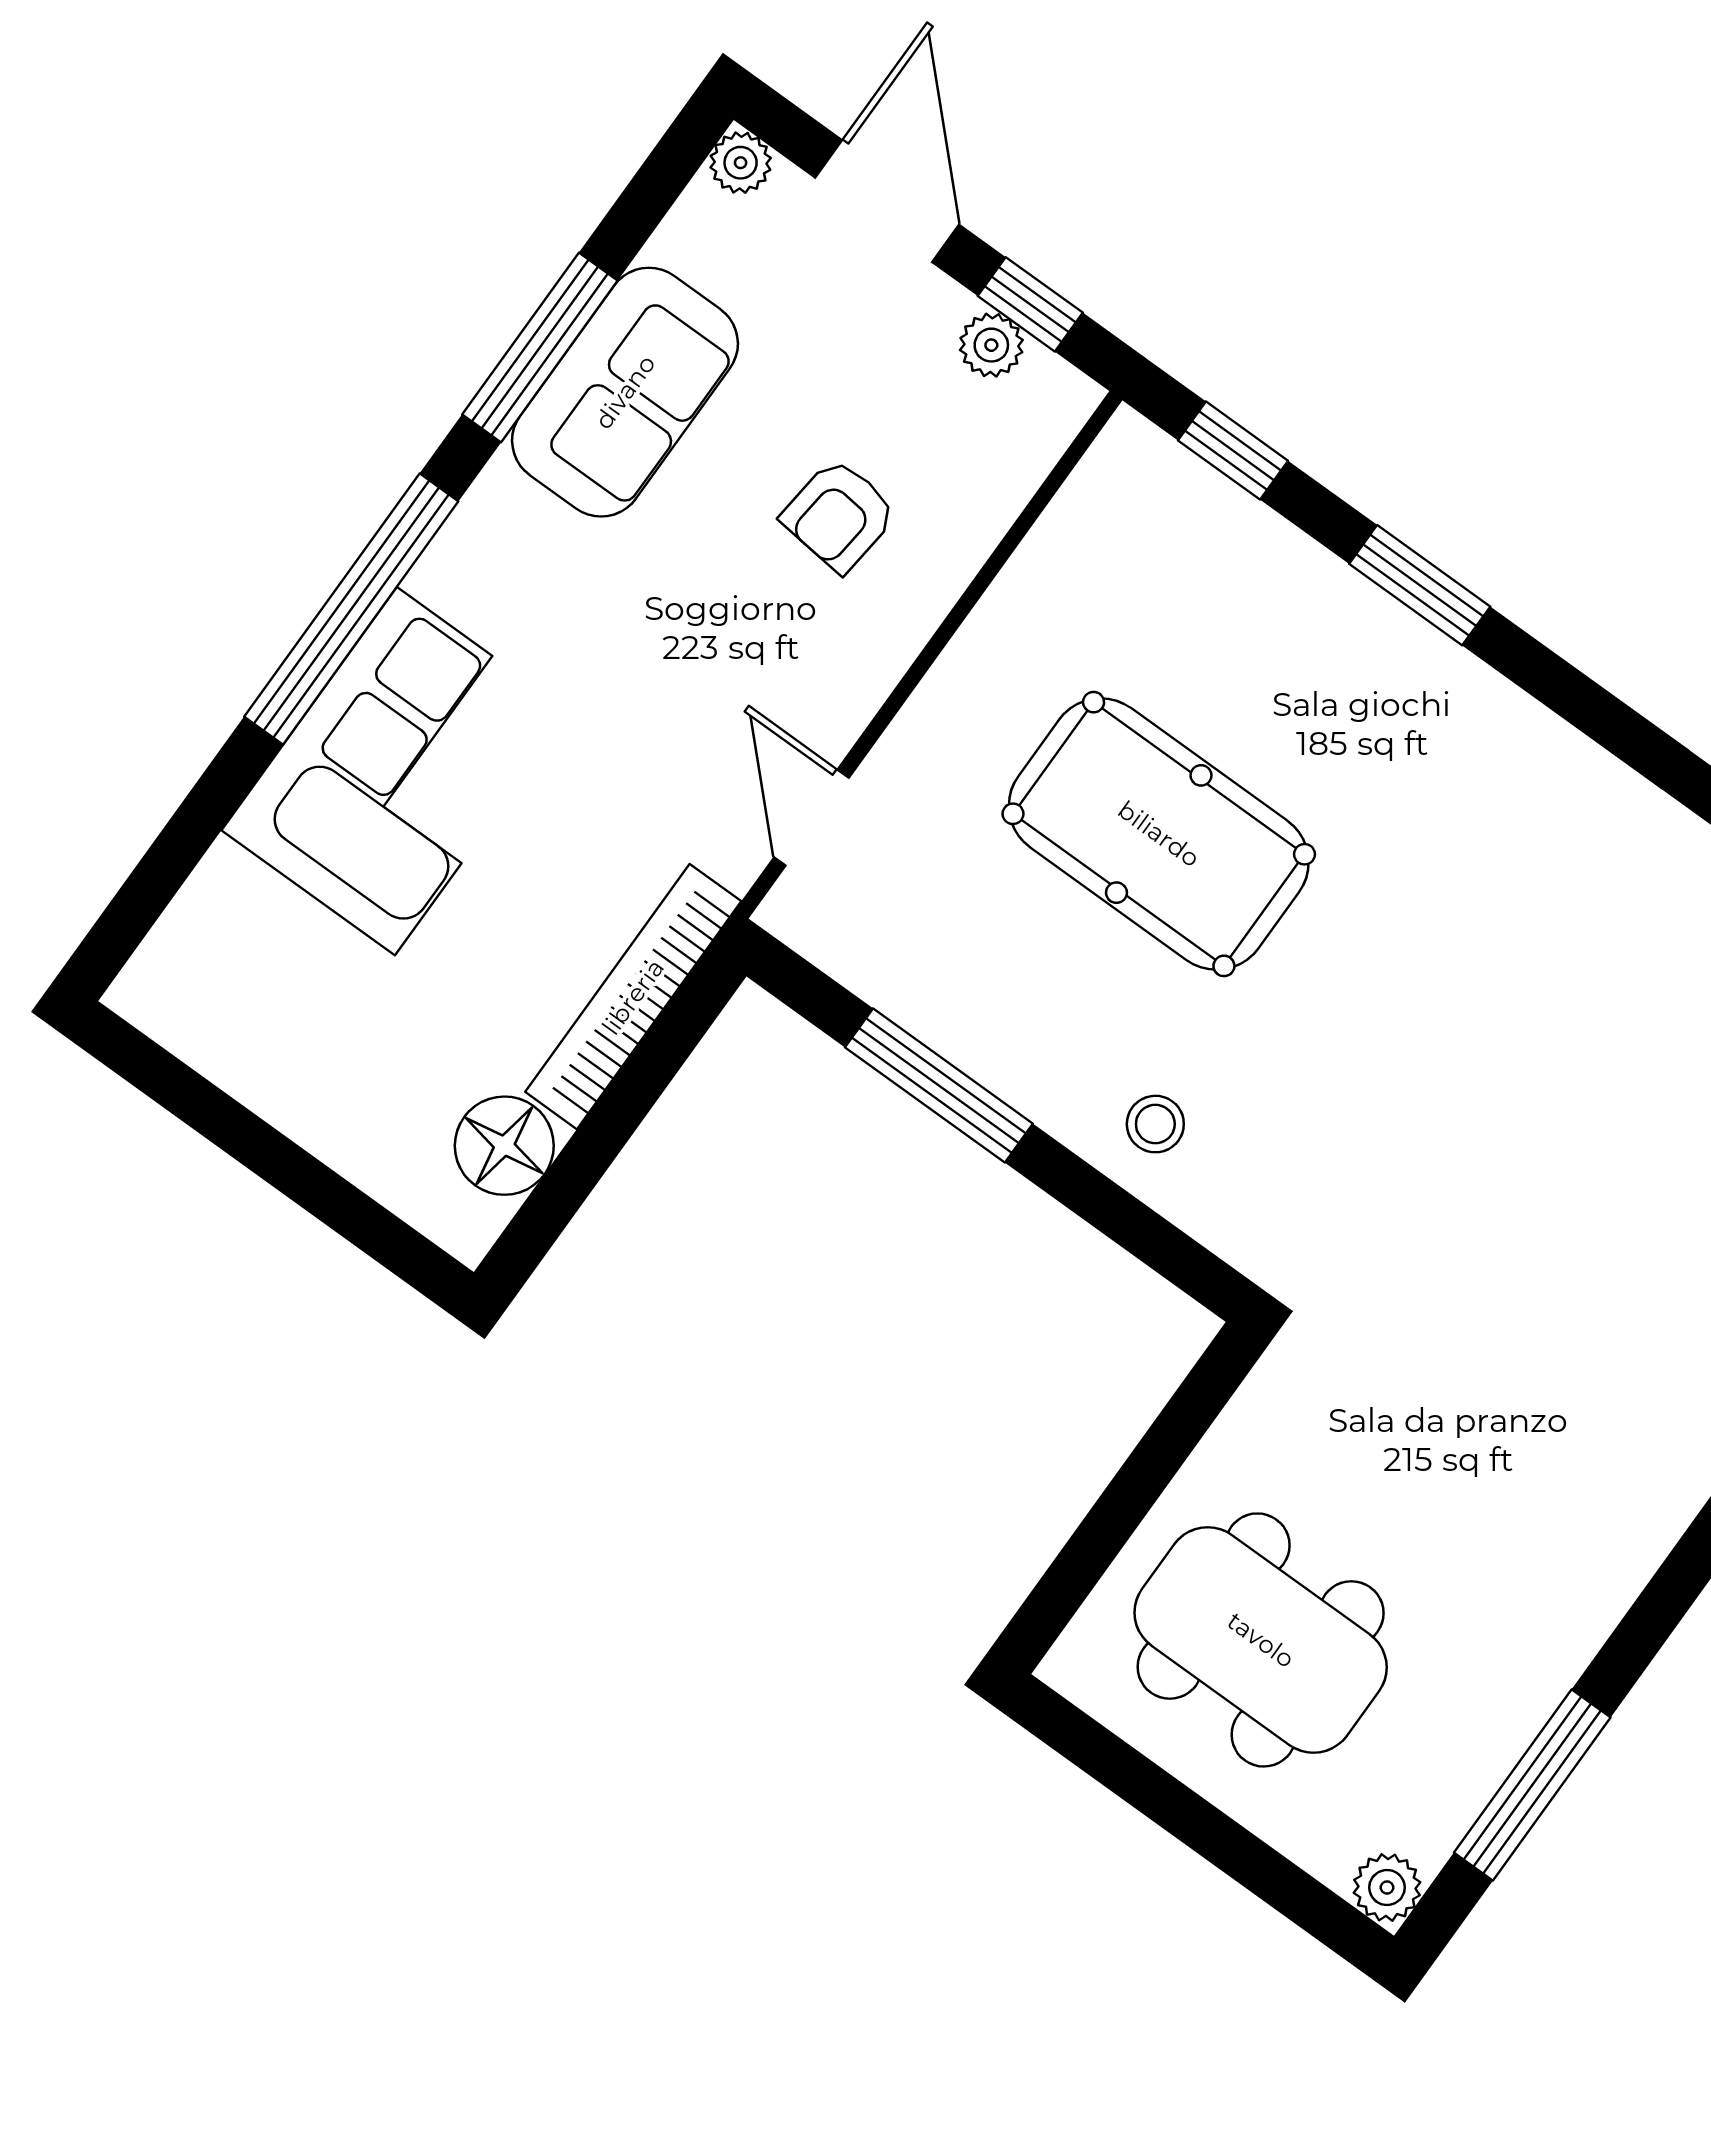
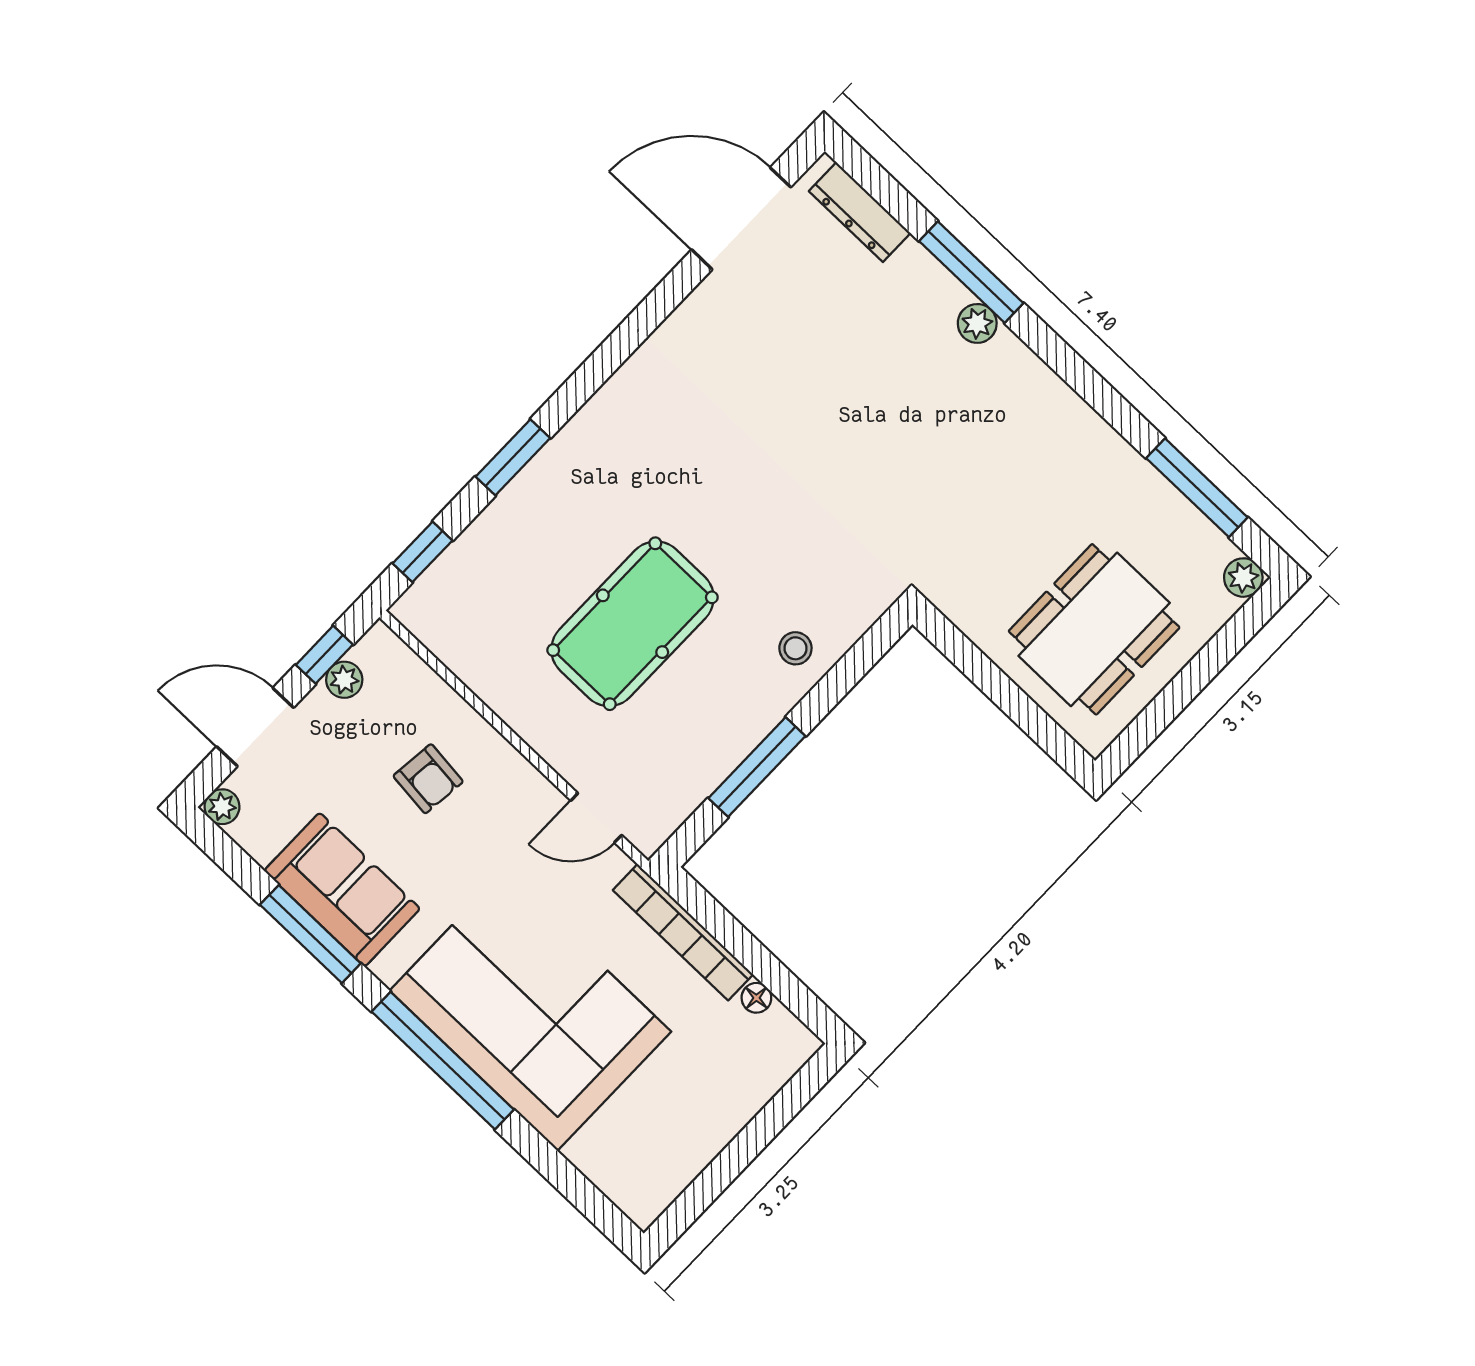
corner sofa: (396, 771) -> (530, 1011), width x1.36, depth x1.36
floor lamp: (504, 1146) -> (756, 998), width x0.53, depth x0.53

